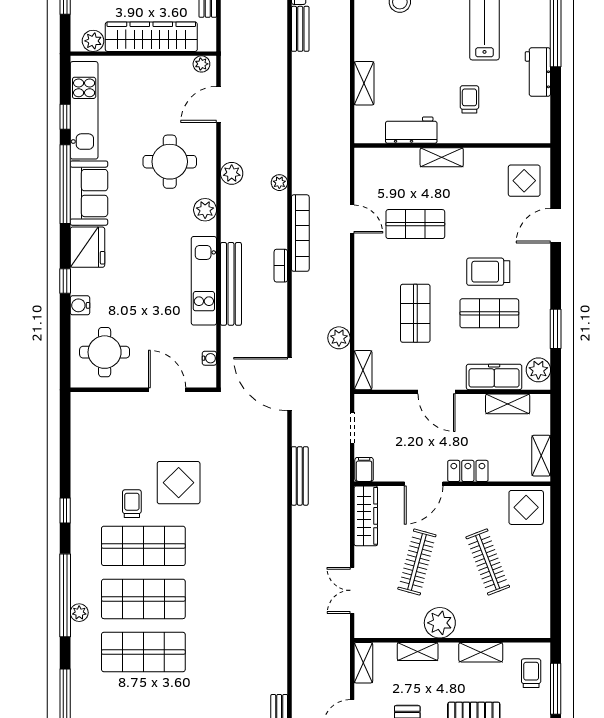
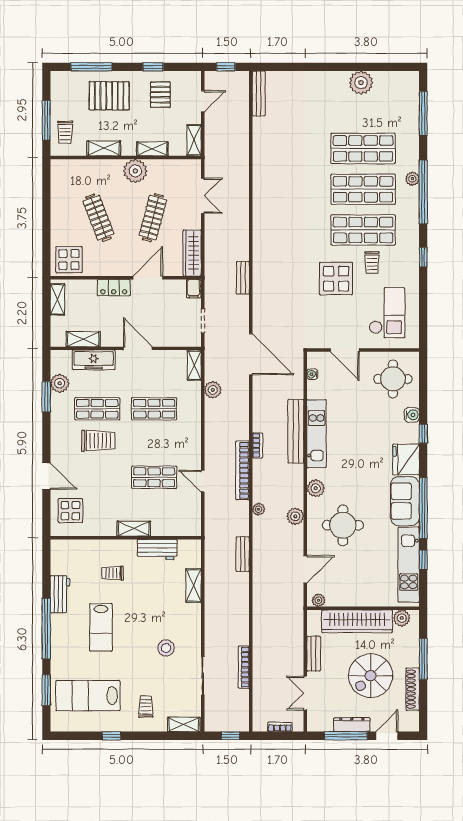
bench: (300, 29) -> (243, 554), moved
trolley: (469, 99) -> (113, 573), turned 90
door: (556, 226) -> (46, 476), hinge flipped
shop shelf: (415, 313) -> (154, 409), turned 90
plant: (538, 370) -> (60, 383), moved
checkout: (112, 438) -> (387, 313), added
bench: (300, 476) -> (243, 278), width x0.73

